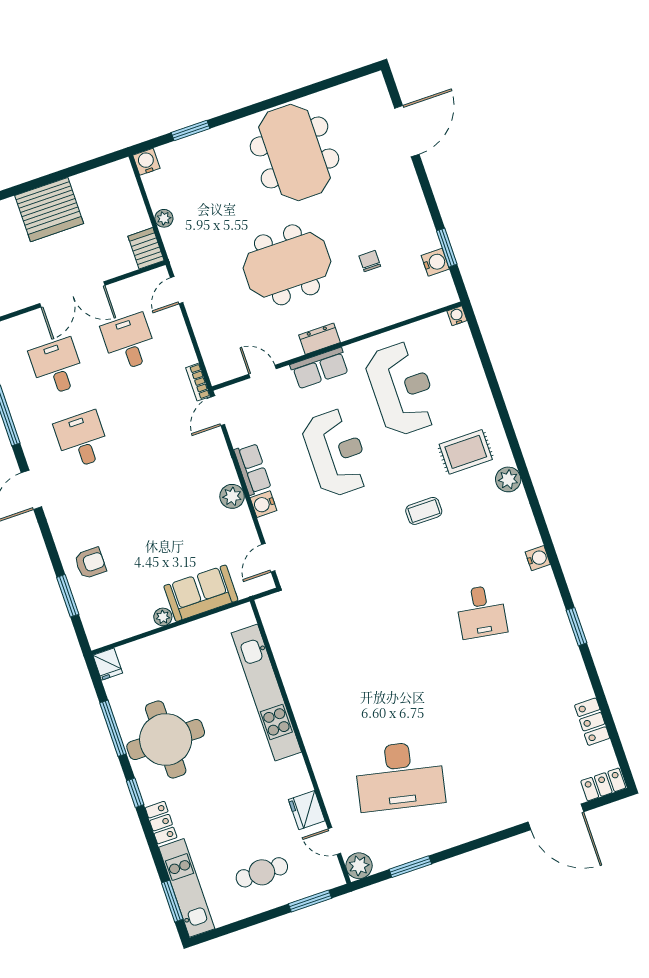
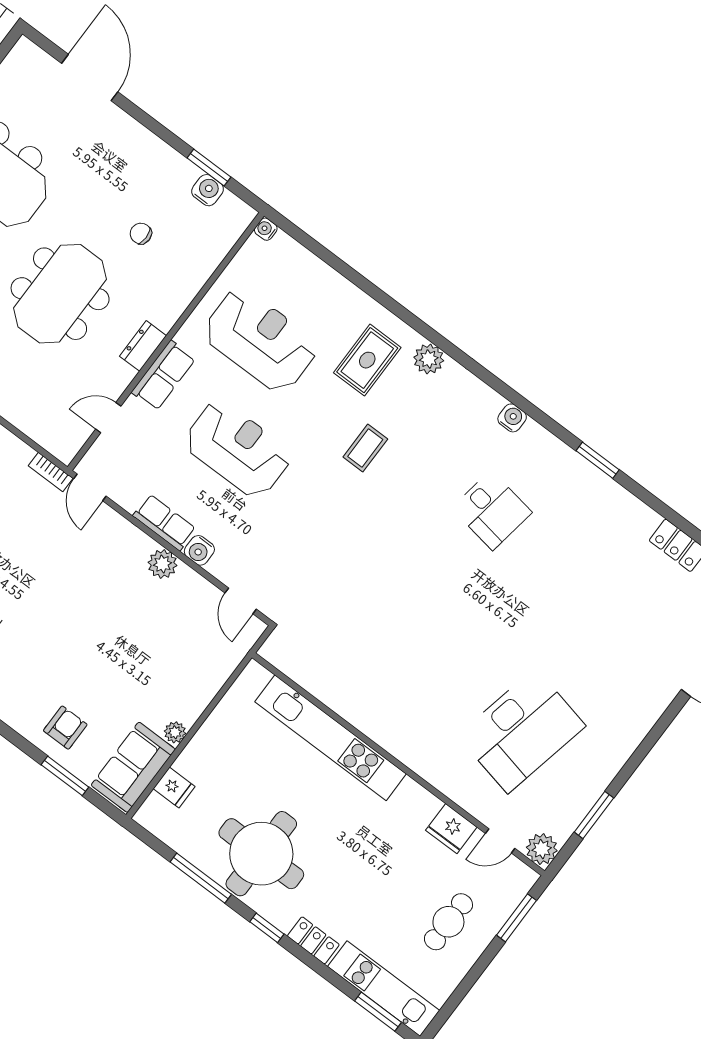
sofa: (201, 593) -> (133, 767), moved
fridge: (108, 664) -> (174, 788), moved

